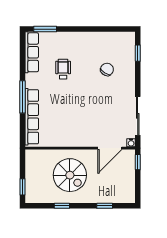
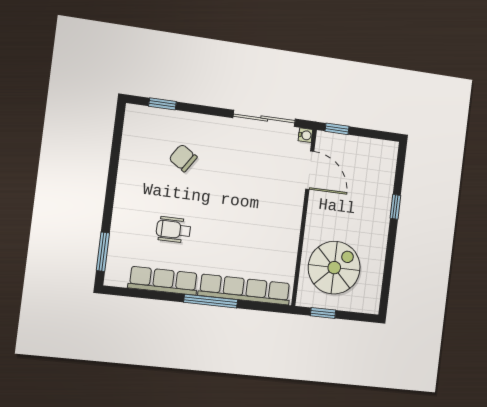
row of seats: (32, 52) -> (163, 281), moved
spiral stairs: (70, 175) -> (334, 268), moved
window: (22, 187) -> (323, 313), moved
window: (62, 206) -> (389, 257), removed
window: (105, 206) -> (395, 207), moved

